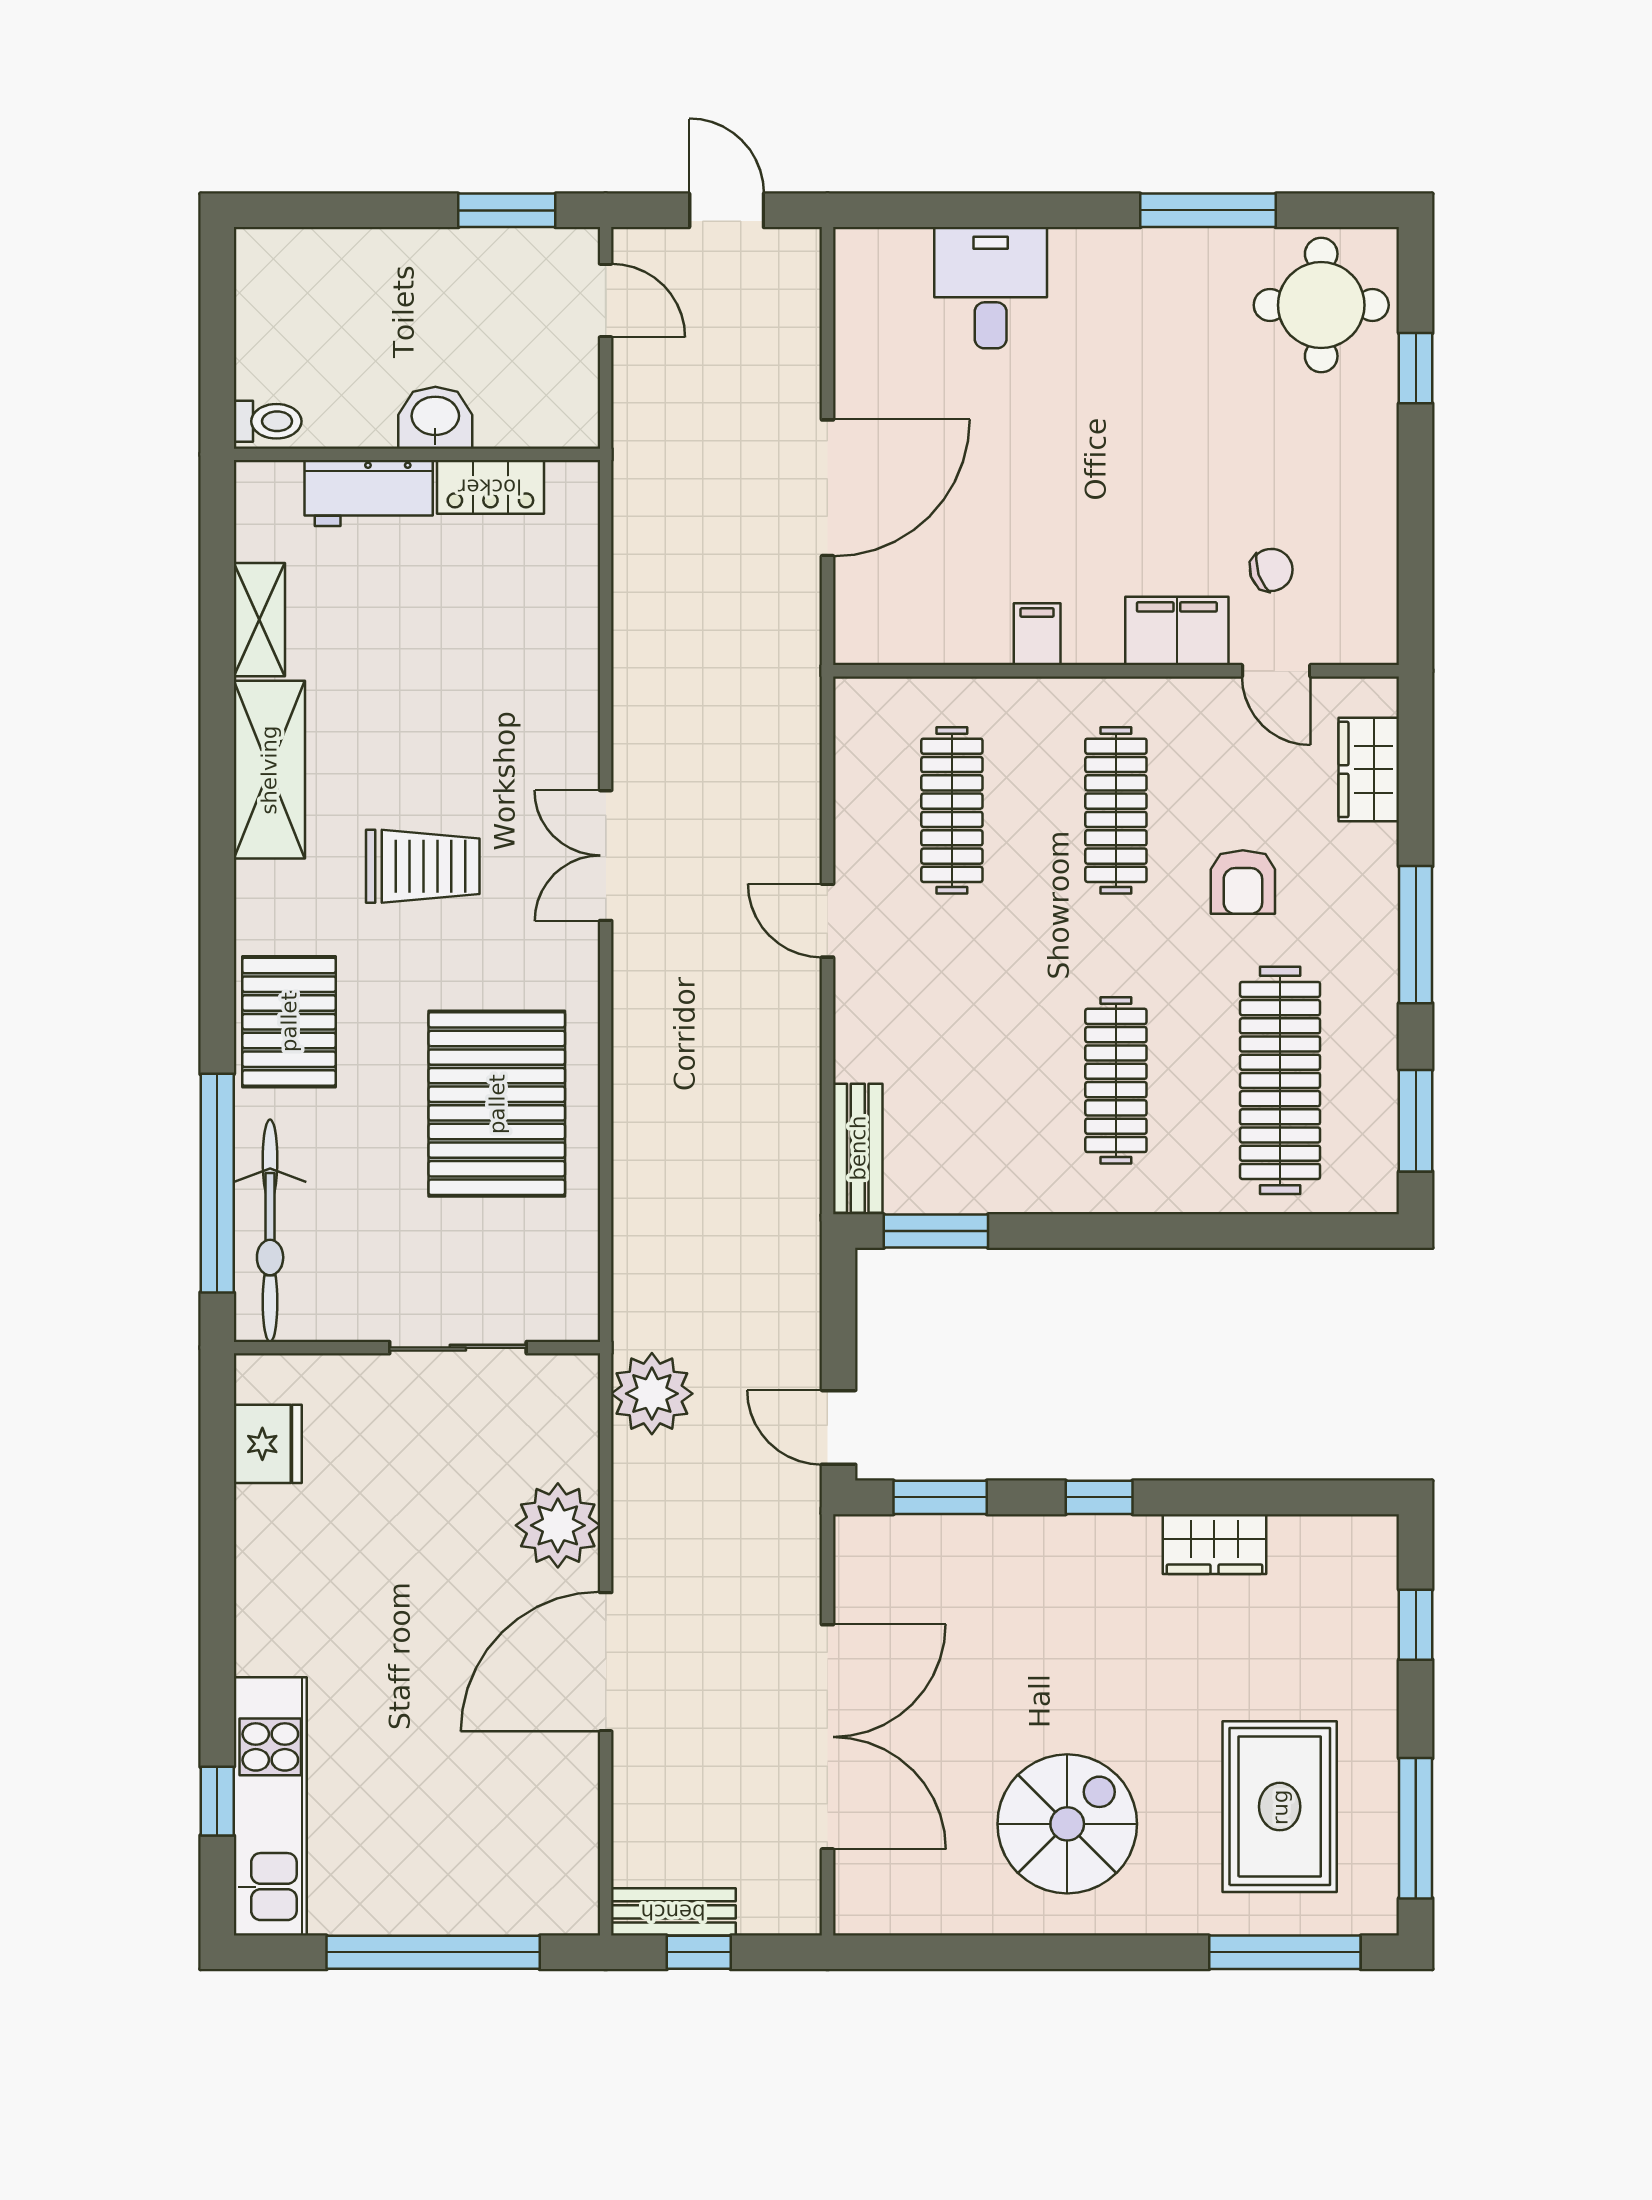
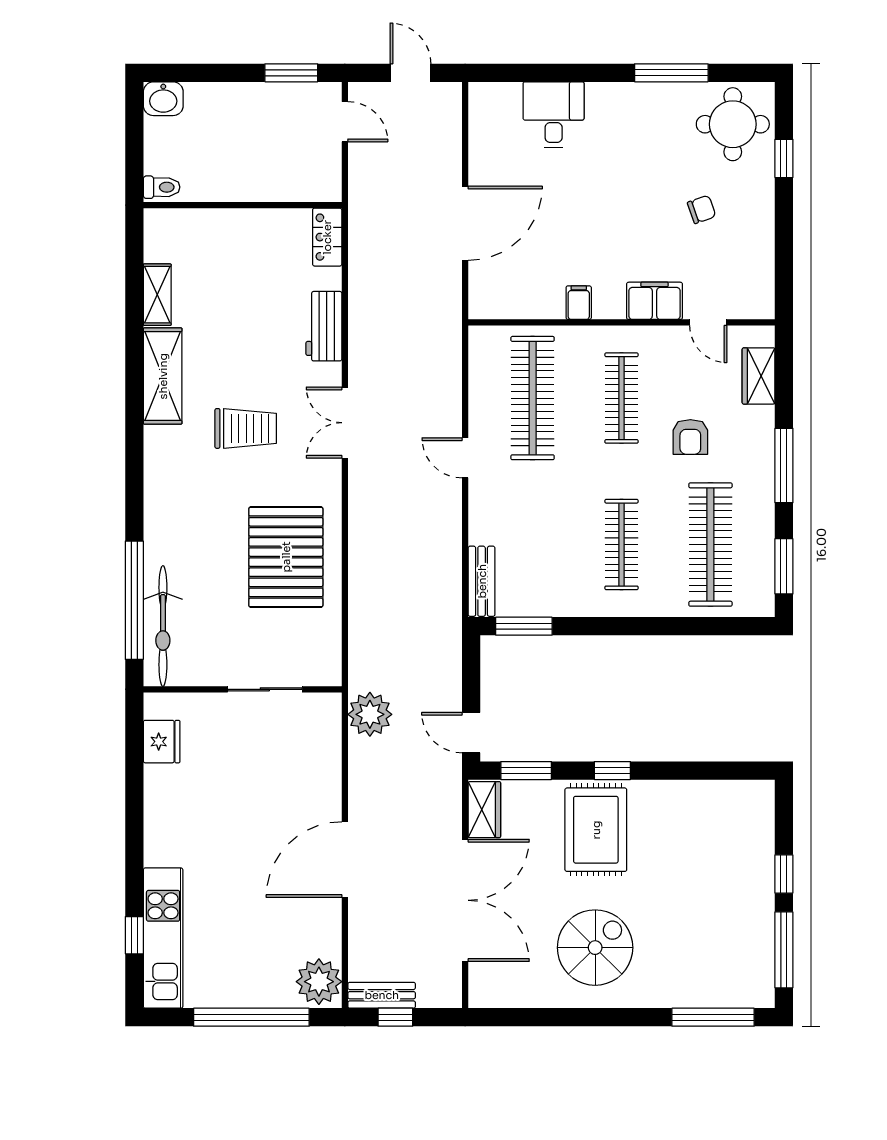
washbasin: (435, 418) -> (163, 99), moved, turned 180
locker: (490, 487) -> (327, 237), moved, turned 90
workbench: (369, 493) -> (324, 326), moved, turned 90
chair: (1271, 570) -> (702, 209), moved
clothes rail: (952, 810) -> (533, 398), width x1.37, depth x1.31
pallet: (289, 1022) -> (173, 513), removed
plant: (558, 1525) -> (319, 982), moved
wardrobe: (1214, 1544) -> (484, 810), moved, turned -90
window: (1416, 1625) -> (784, 874), moved
rug: (1280, 1807) -> (596, 830), moved

